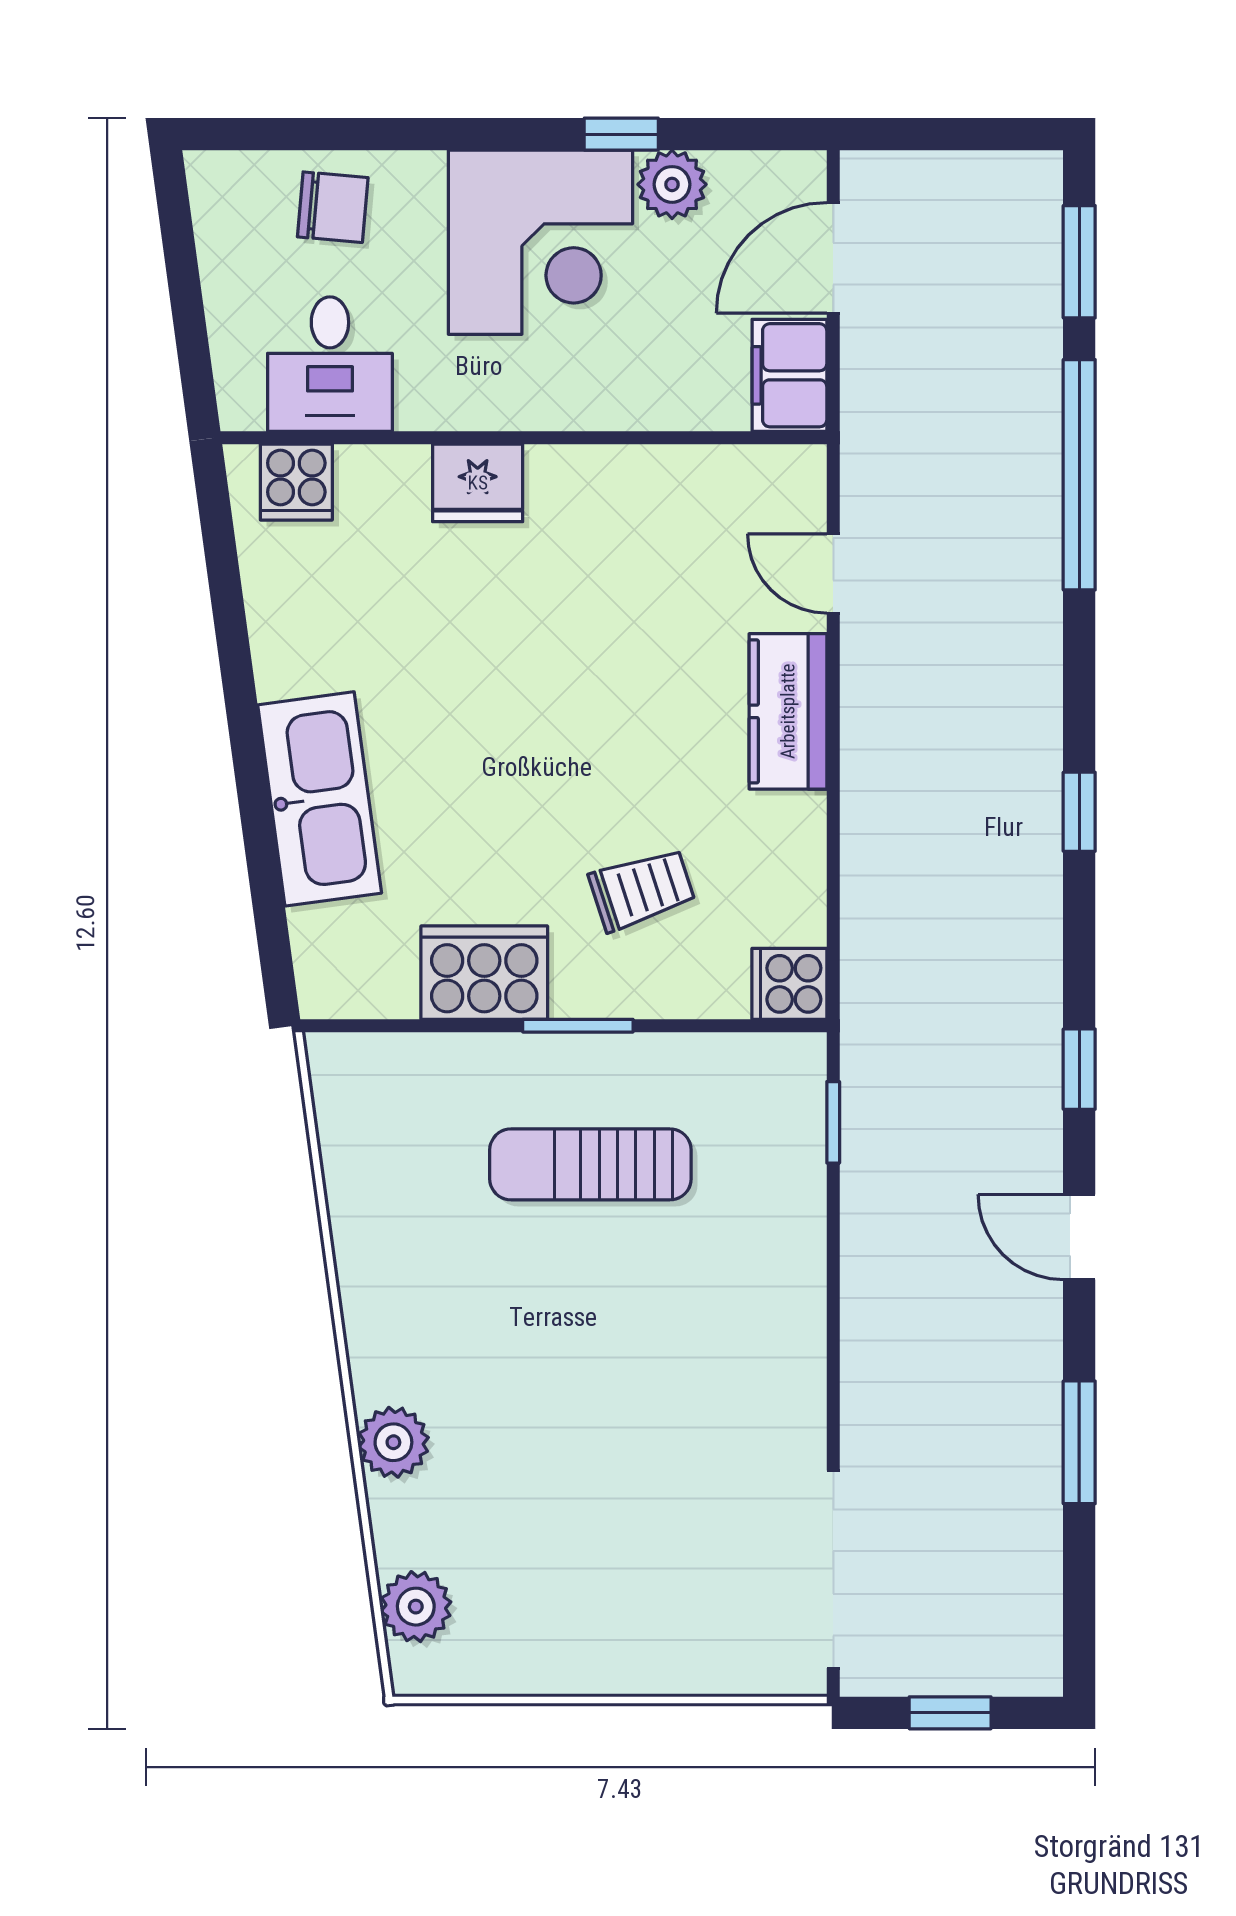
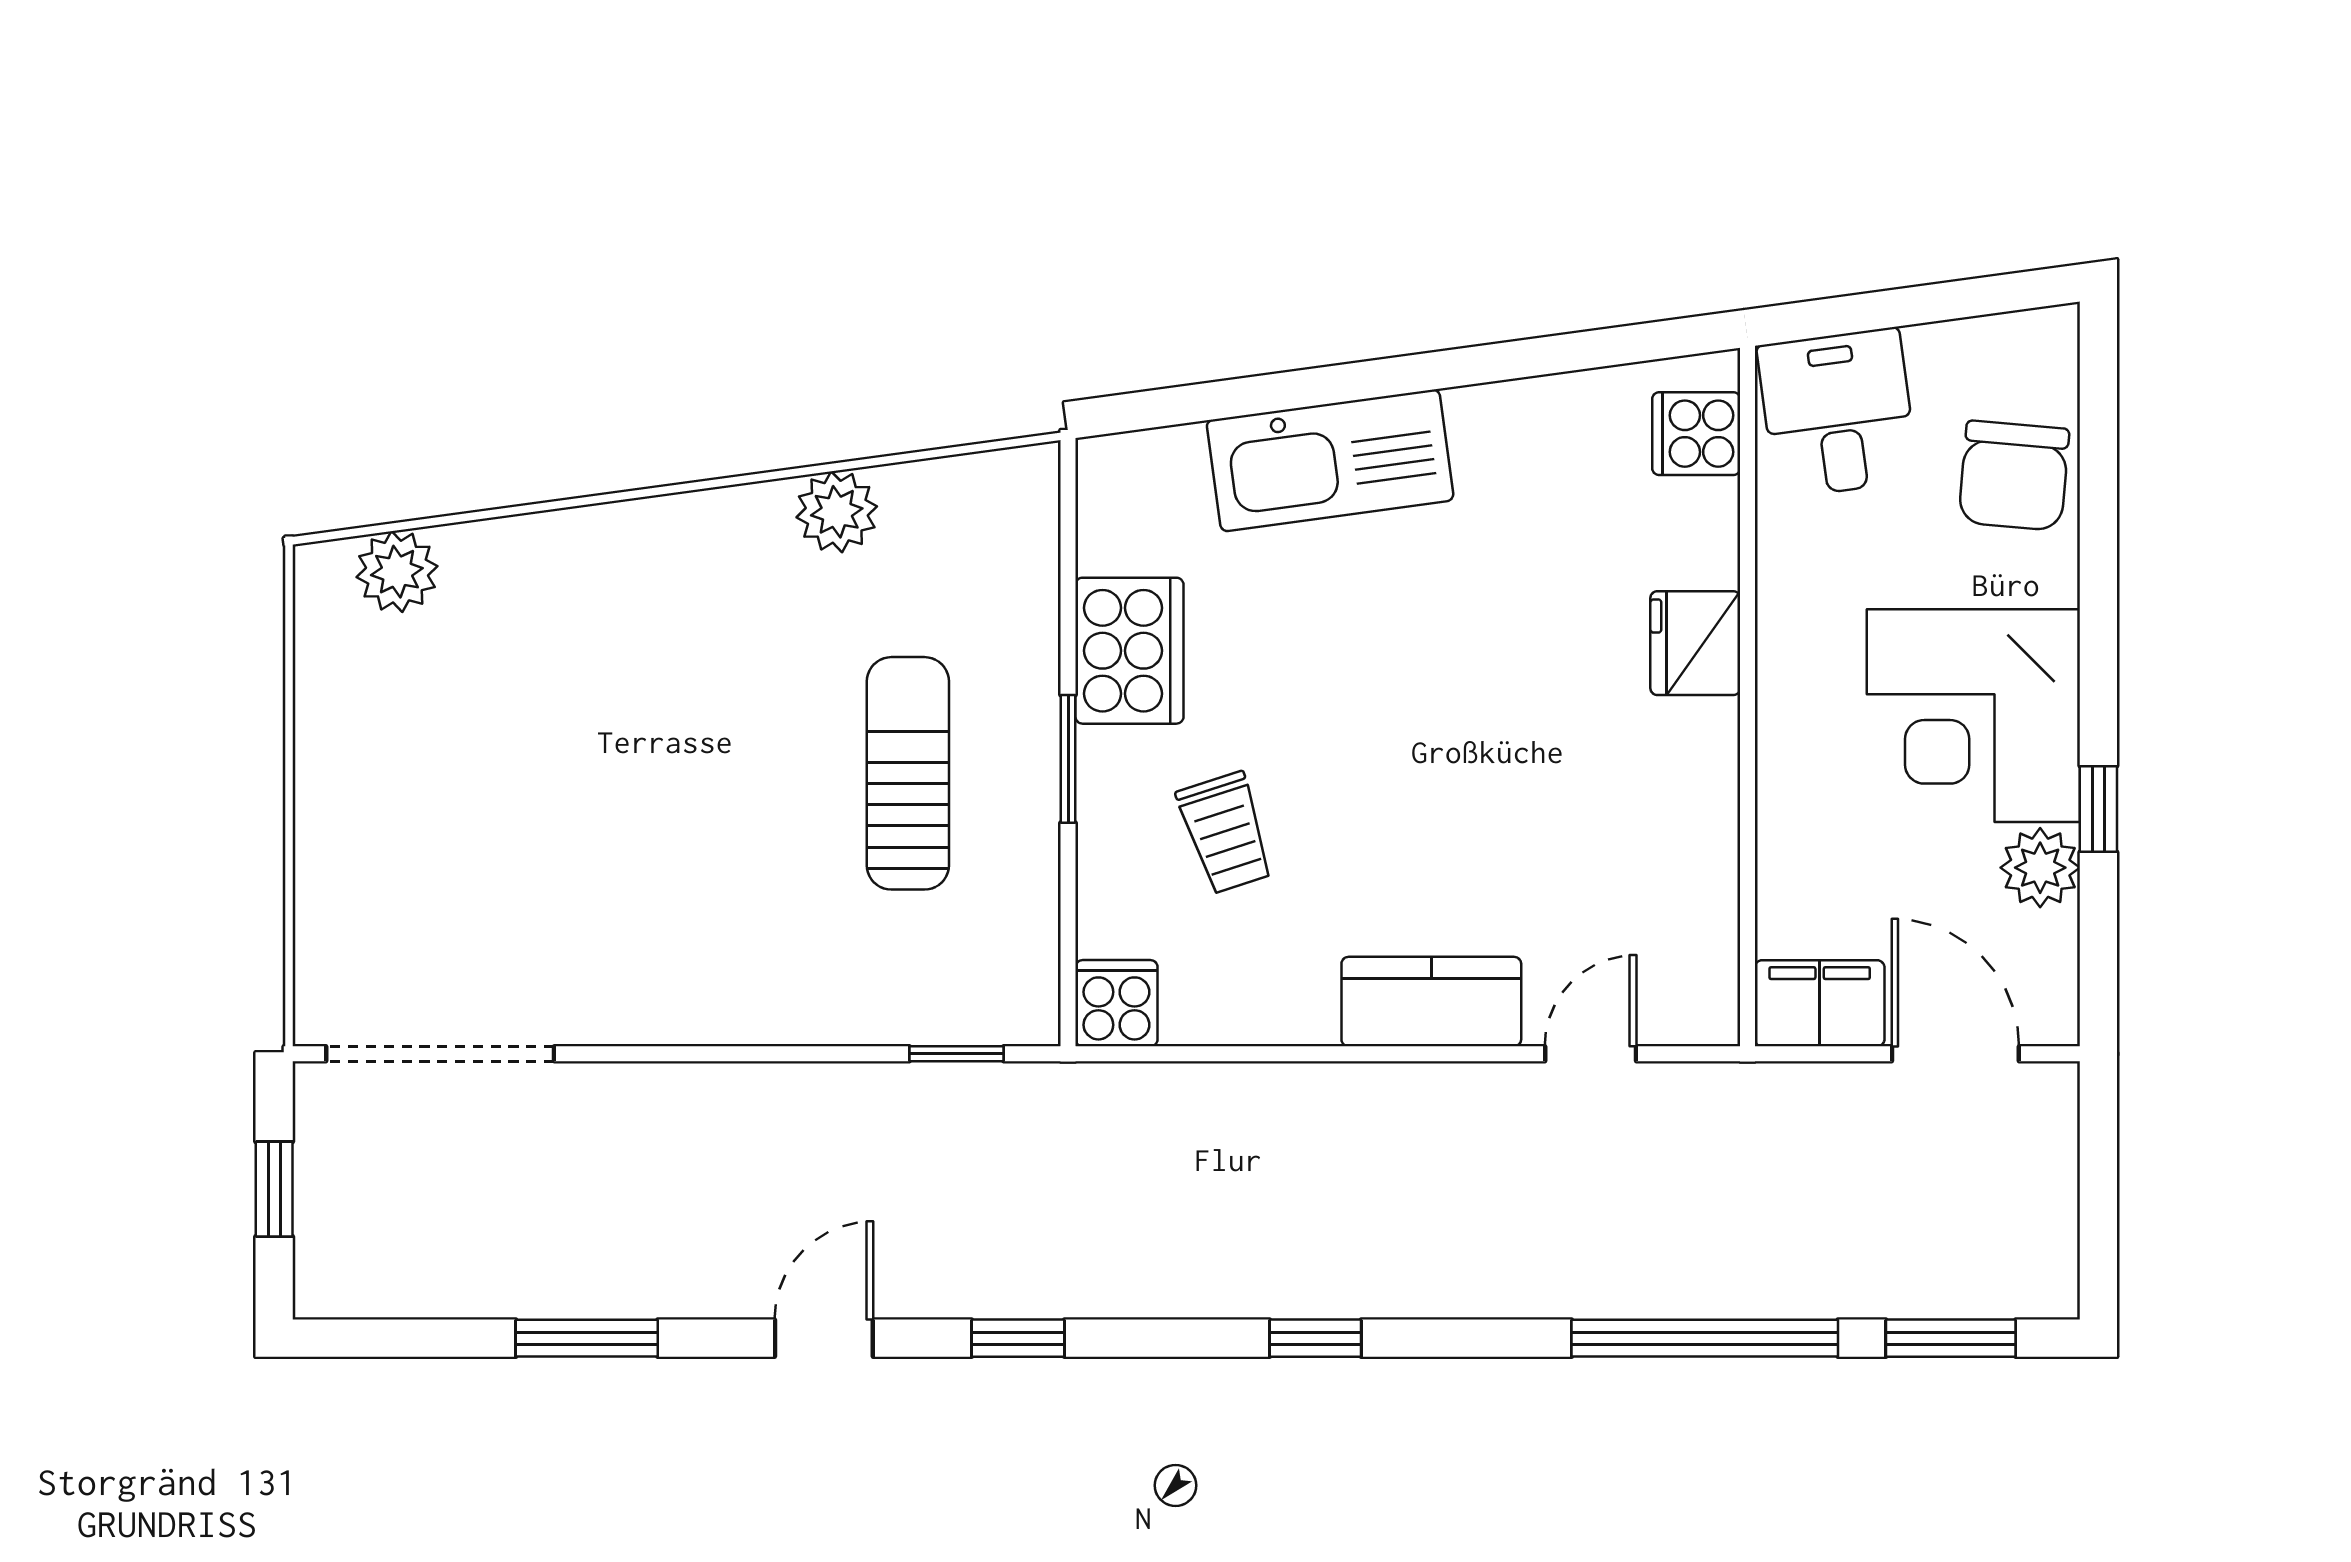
chair: (333, 207) -> (2014, 476), width x1.37, depth x1.37
desk: (330, 364) -> (1838, 413), moved, turned 82
plant: (393, 1442) -> (837, 512), moved

